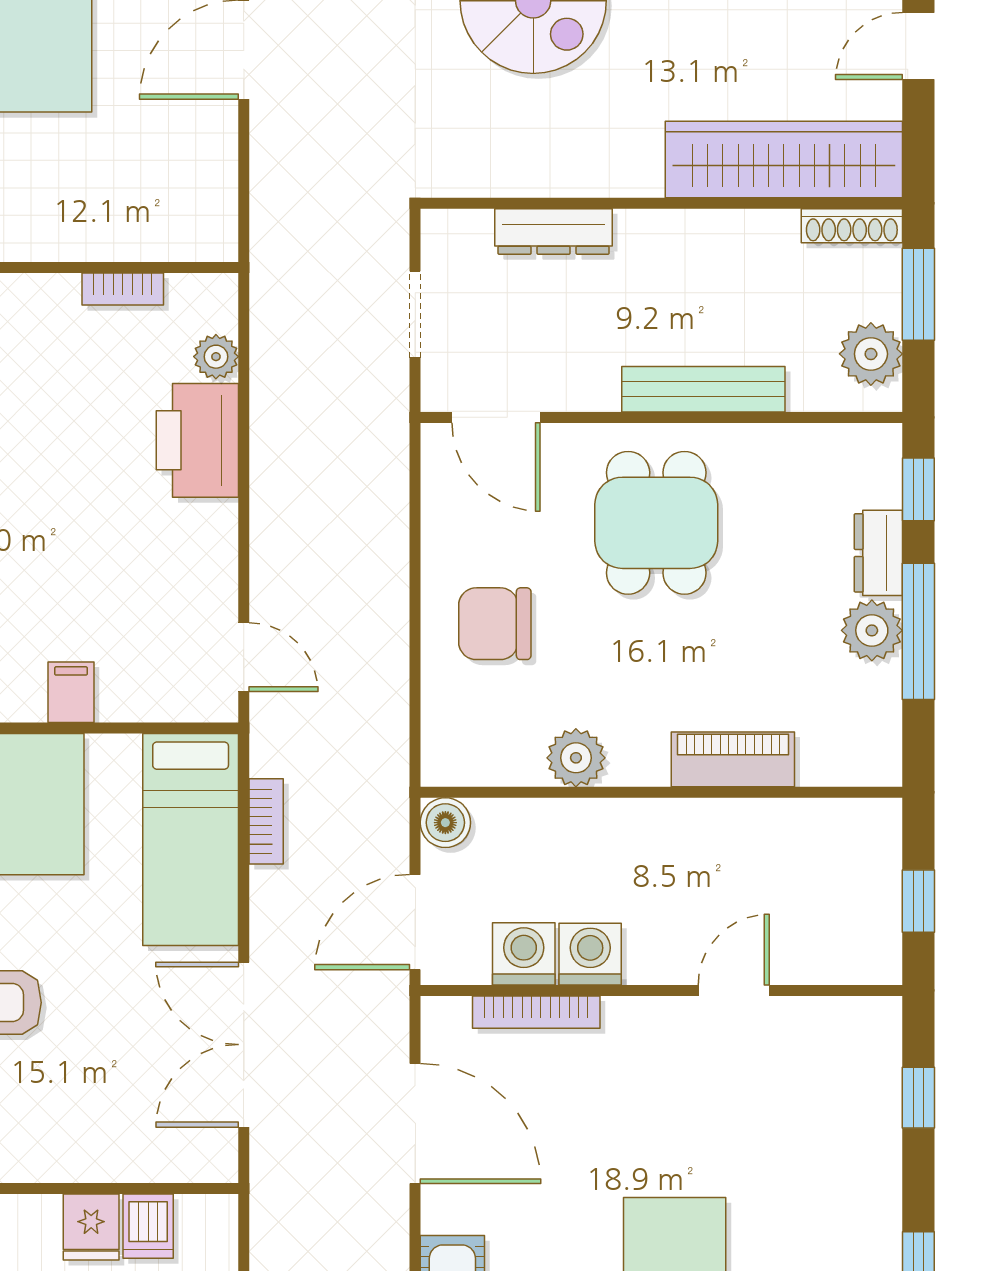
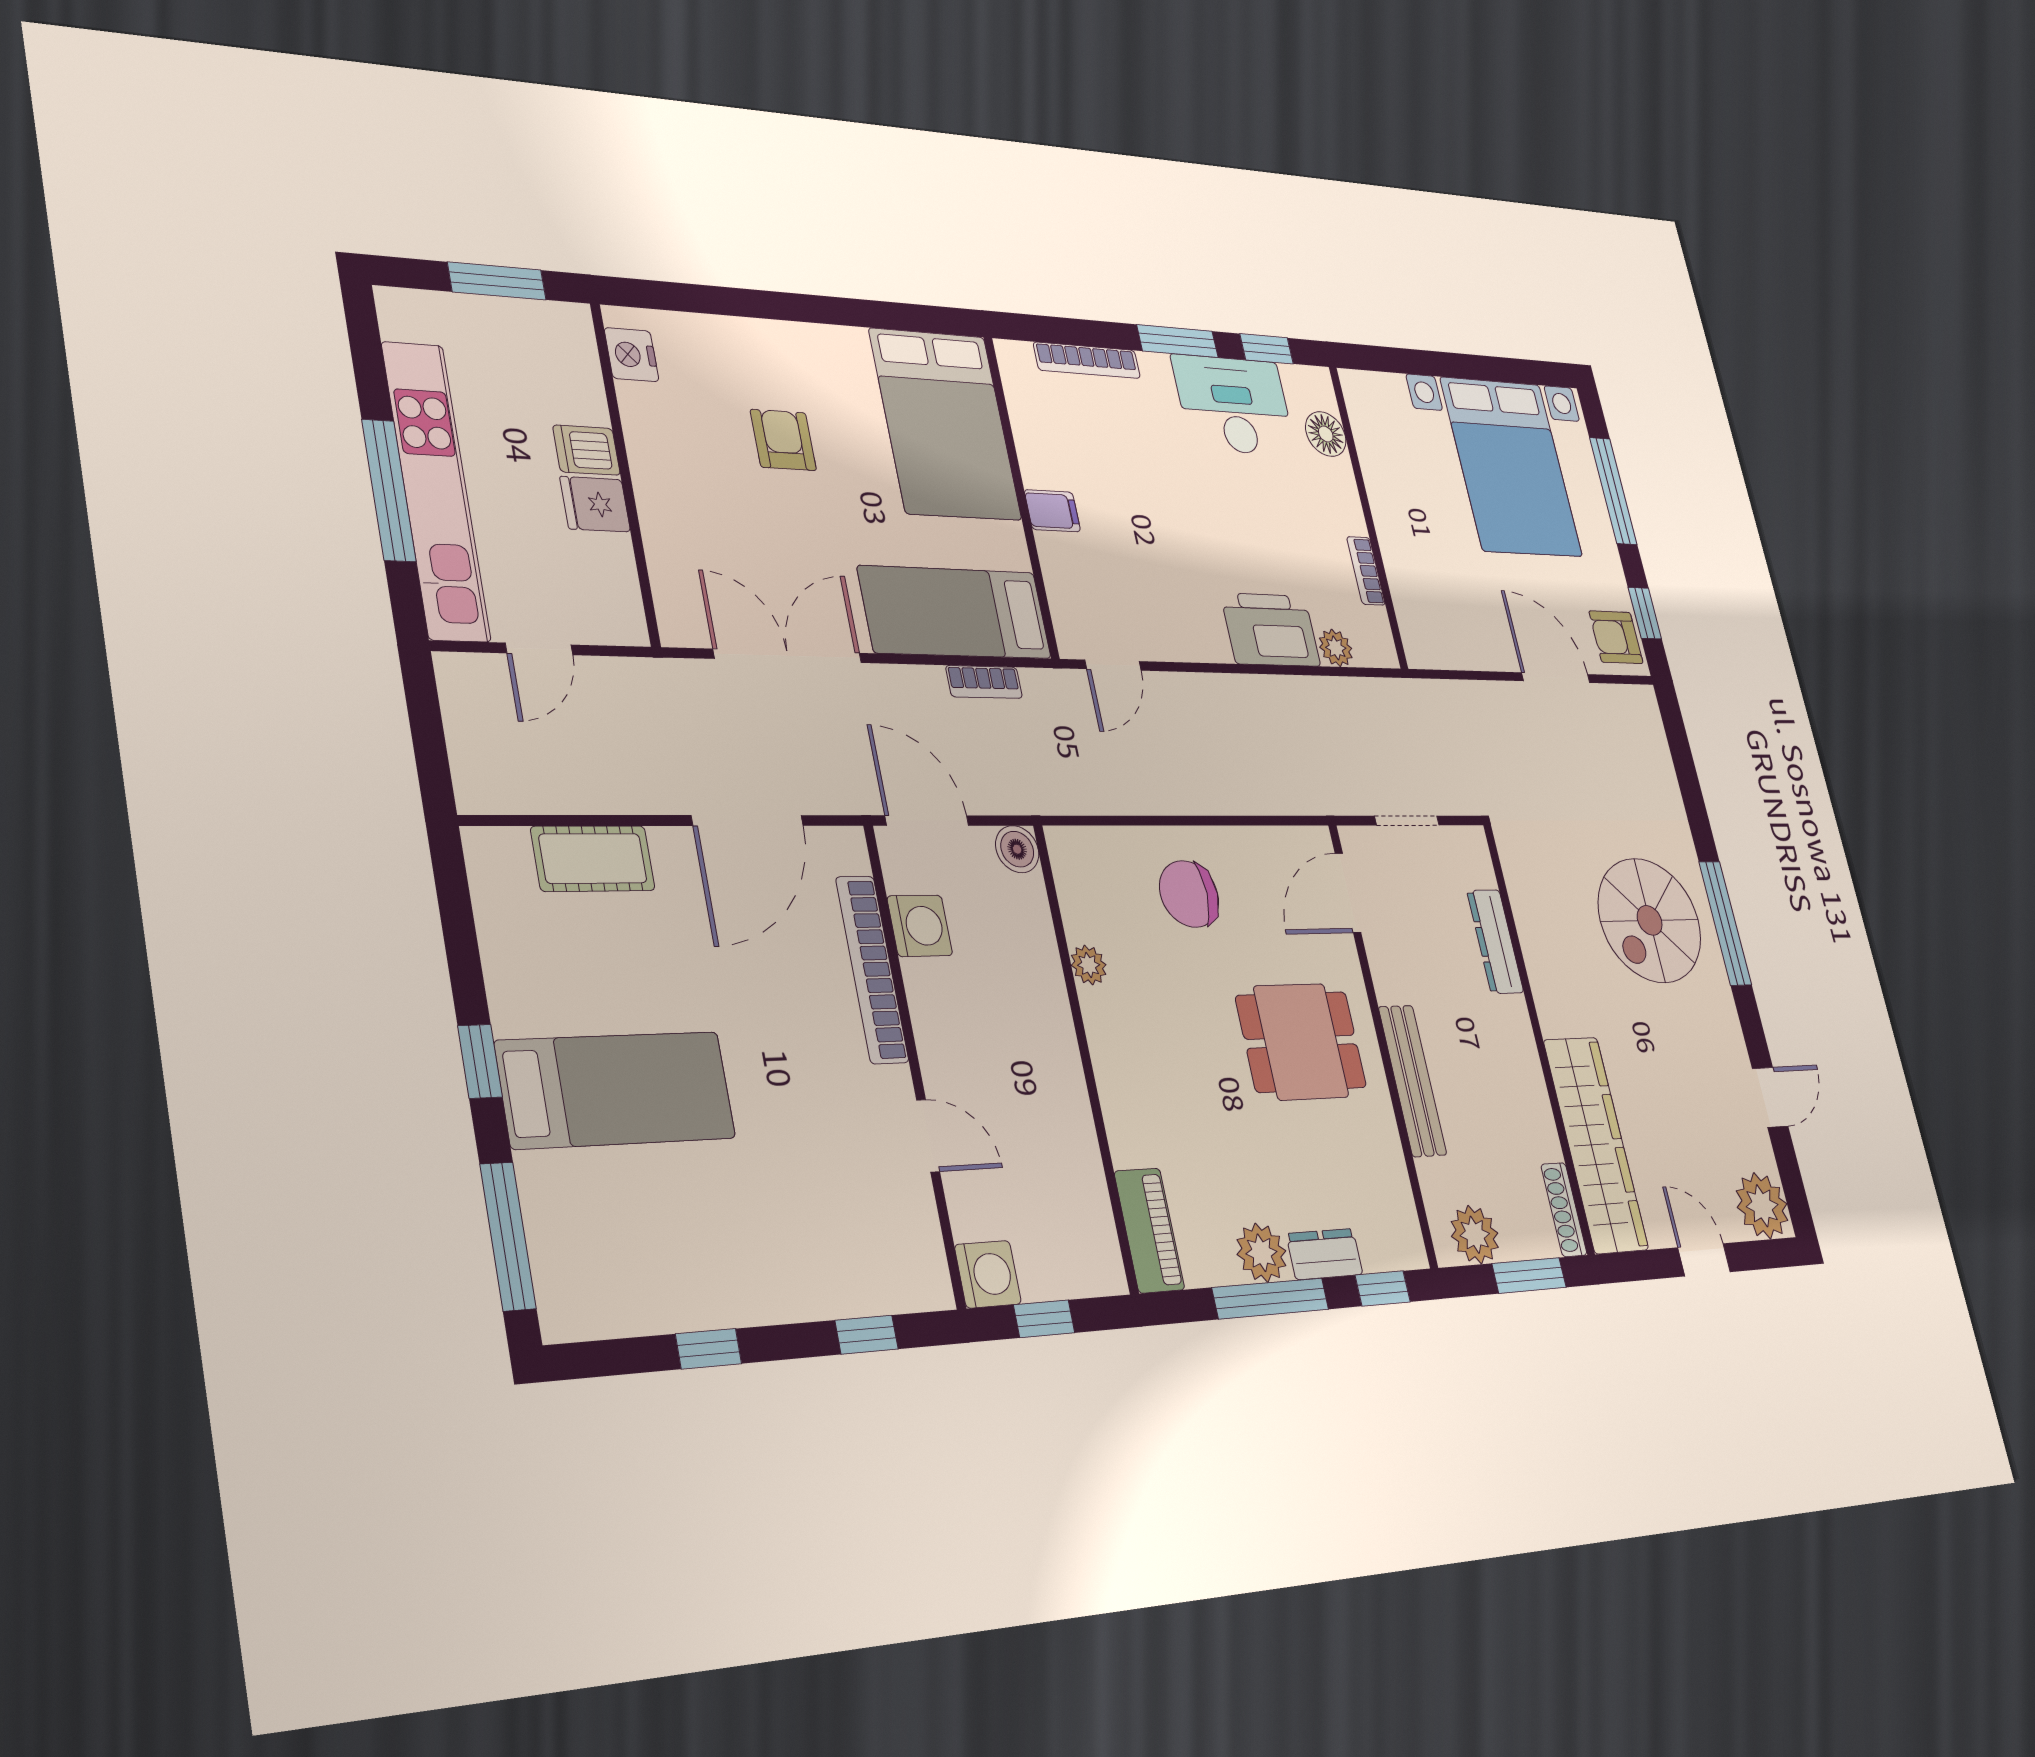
chair: (495, 624) -> (1189, 894), turned -90
plant: (576, 758) -> (1089, 965), width x0.73, depth x0.73
piano: (733, 759) -> (1149, 1230), moved
washing machine: (590, 954) -> (988, 1274), moved
bookcase: (536, 1012) -> (872, 969), width x1.48, depth x1.31
dishwasher: (148, 1226) -> (586, 450), moved

